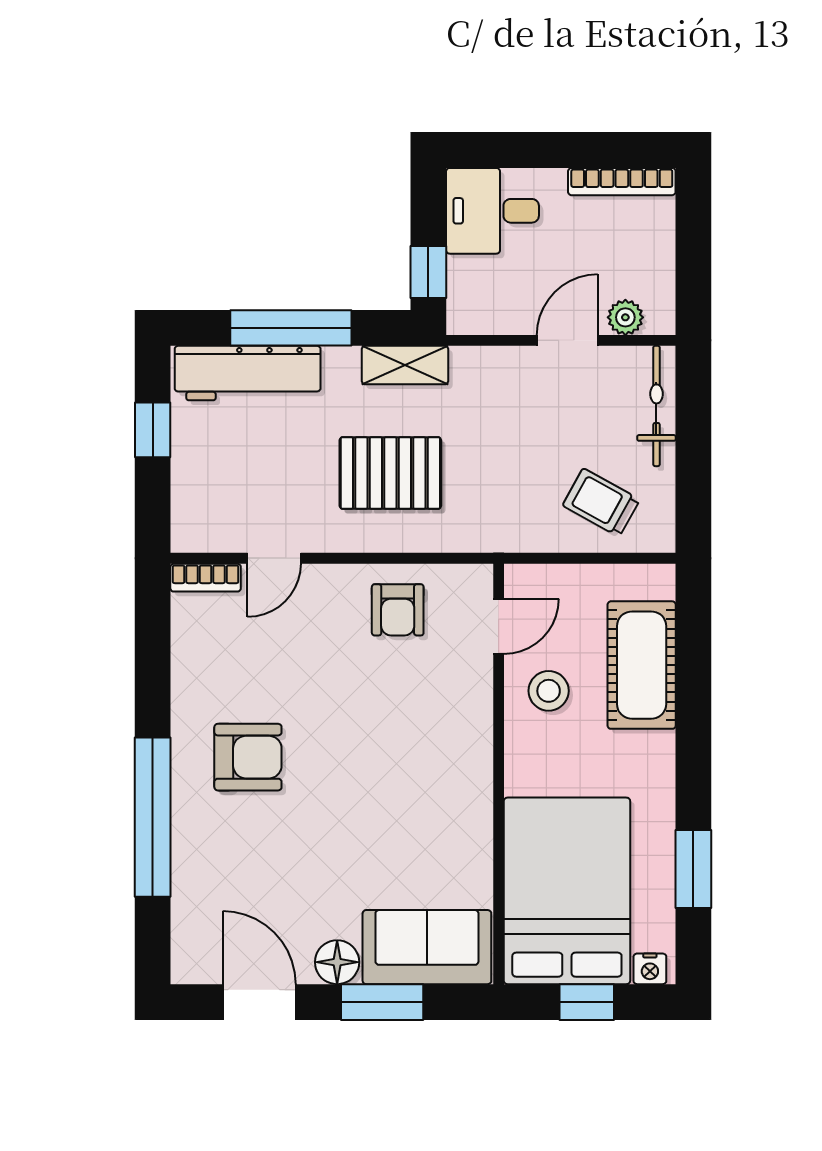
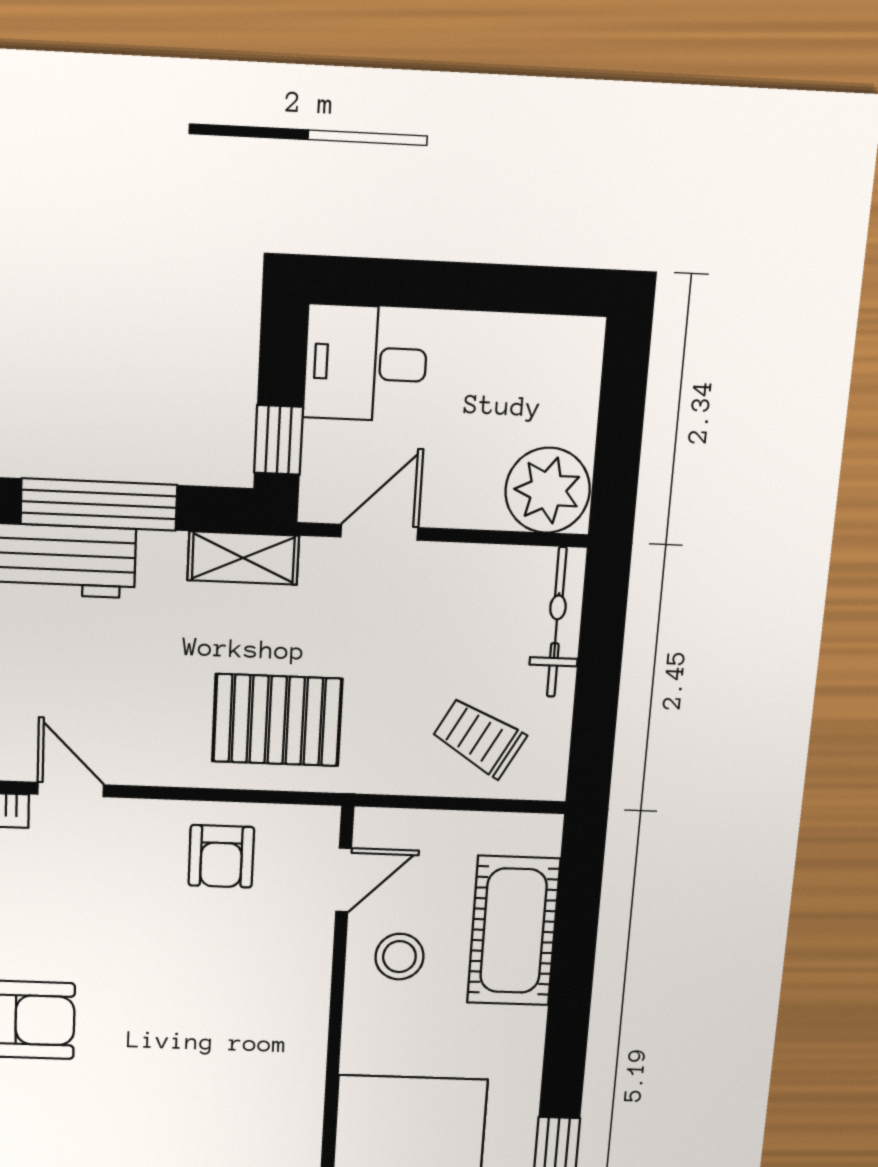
bookcase: (622, 182) -> (536, 332), removed
plant: (625, 317) -> (548, 490), width x1.87, depth x1.87
door: (567, 340) -> (379, 532), moved
pallet: (390, 473) -> (277, 720), moved
door: (274, 558) -> (71, 790), swing flipped

